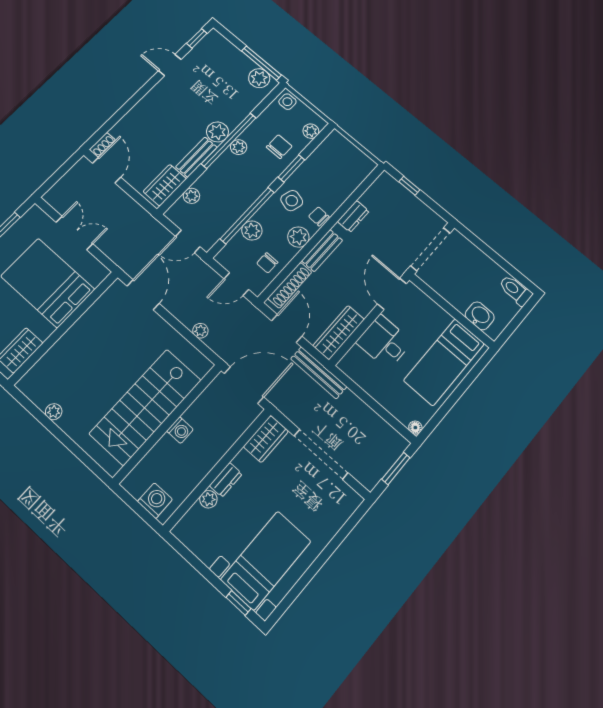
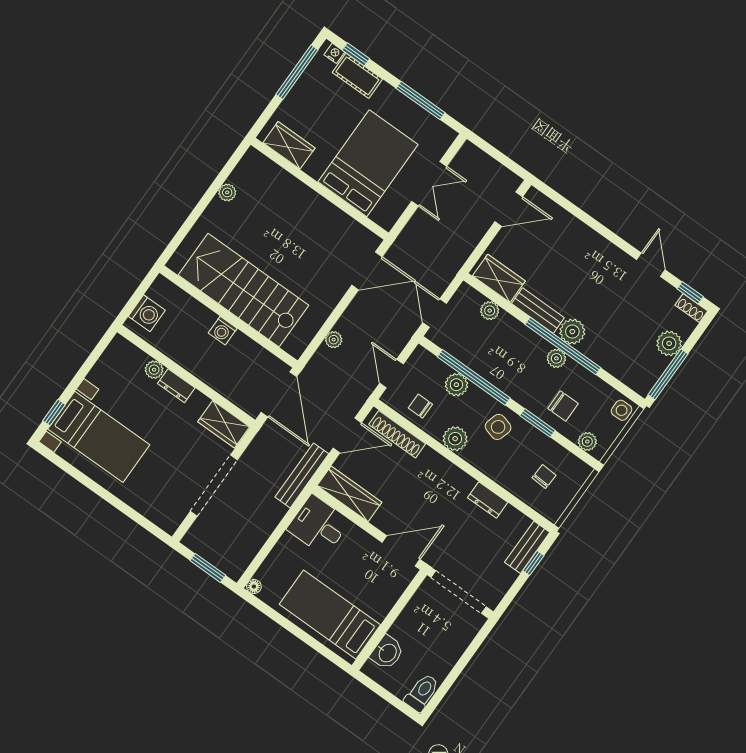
plant: (259, 78) -> (669, 343), moved
shoe rack: (102, 145) -> (691, 308), moved
chair: (319, 216) -> (544, 476), moved
bench: (322, 251) -> (527, 547), moved, turned 90
desk: (384, 342) -> (319, 525), moved, turned -90

